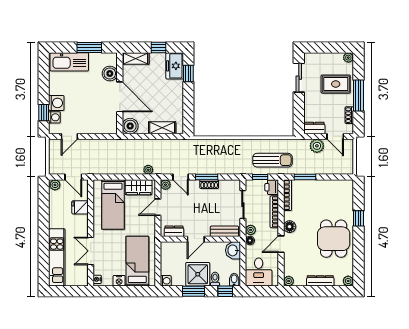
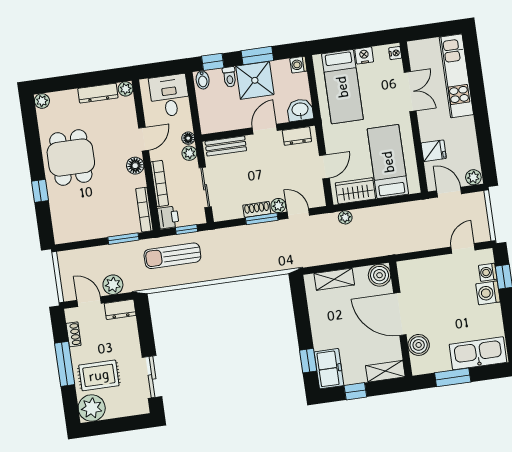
plant: (348, 58) -> (92, 408), width x1.87, depth x1.87
plant: (165, 185) -> (278, 206), moved
washbasin: (233, 250) -> (300, 110), moved, turned -90
dresser: (320, 281) -> (98, 93), moved

